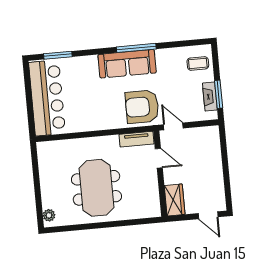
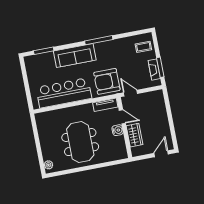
sofa: (127, 64) -> (75, 56), moved
bar counter: (47, 98) -> (64, 93), moved, turned -90
water cooler: (150, 176) -> (118, 130), added
wardrobe: (175, 200) -> (134, 135), moved
door: (208, 215) -> (161, 154), swing flipped

